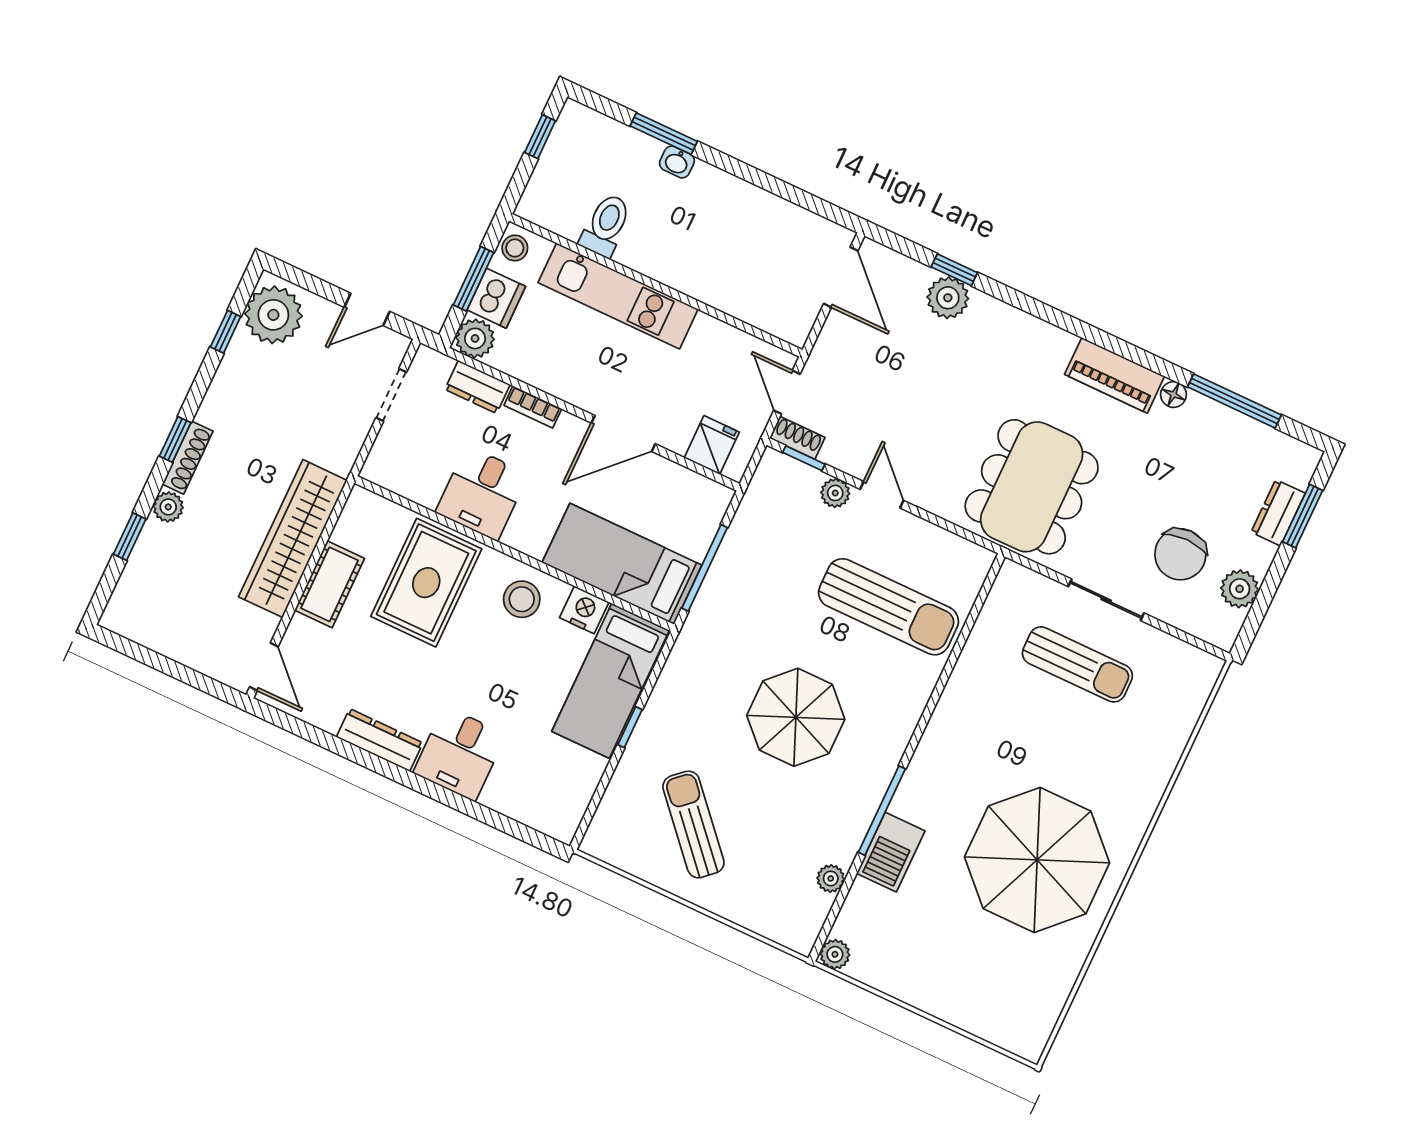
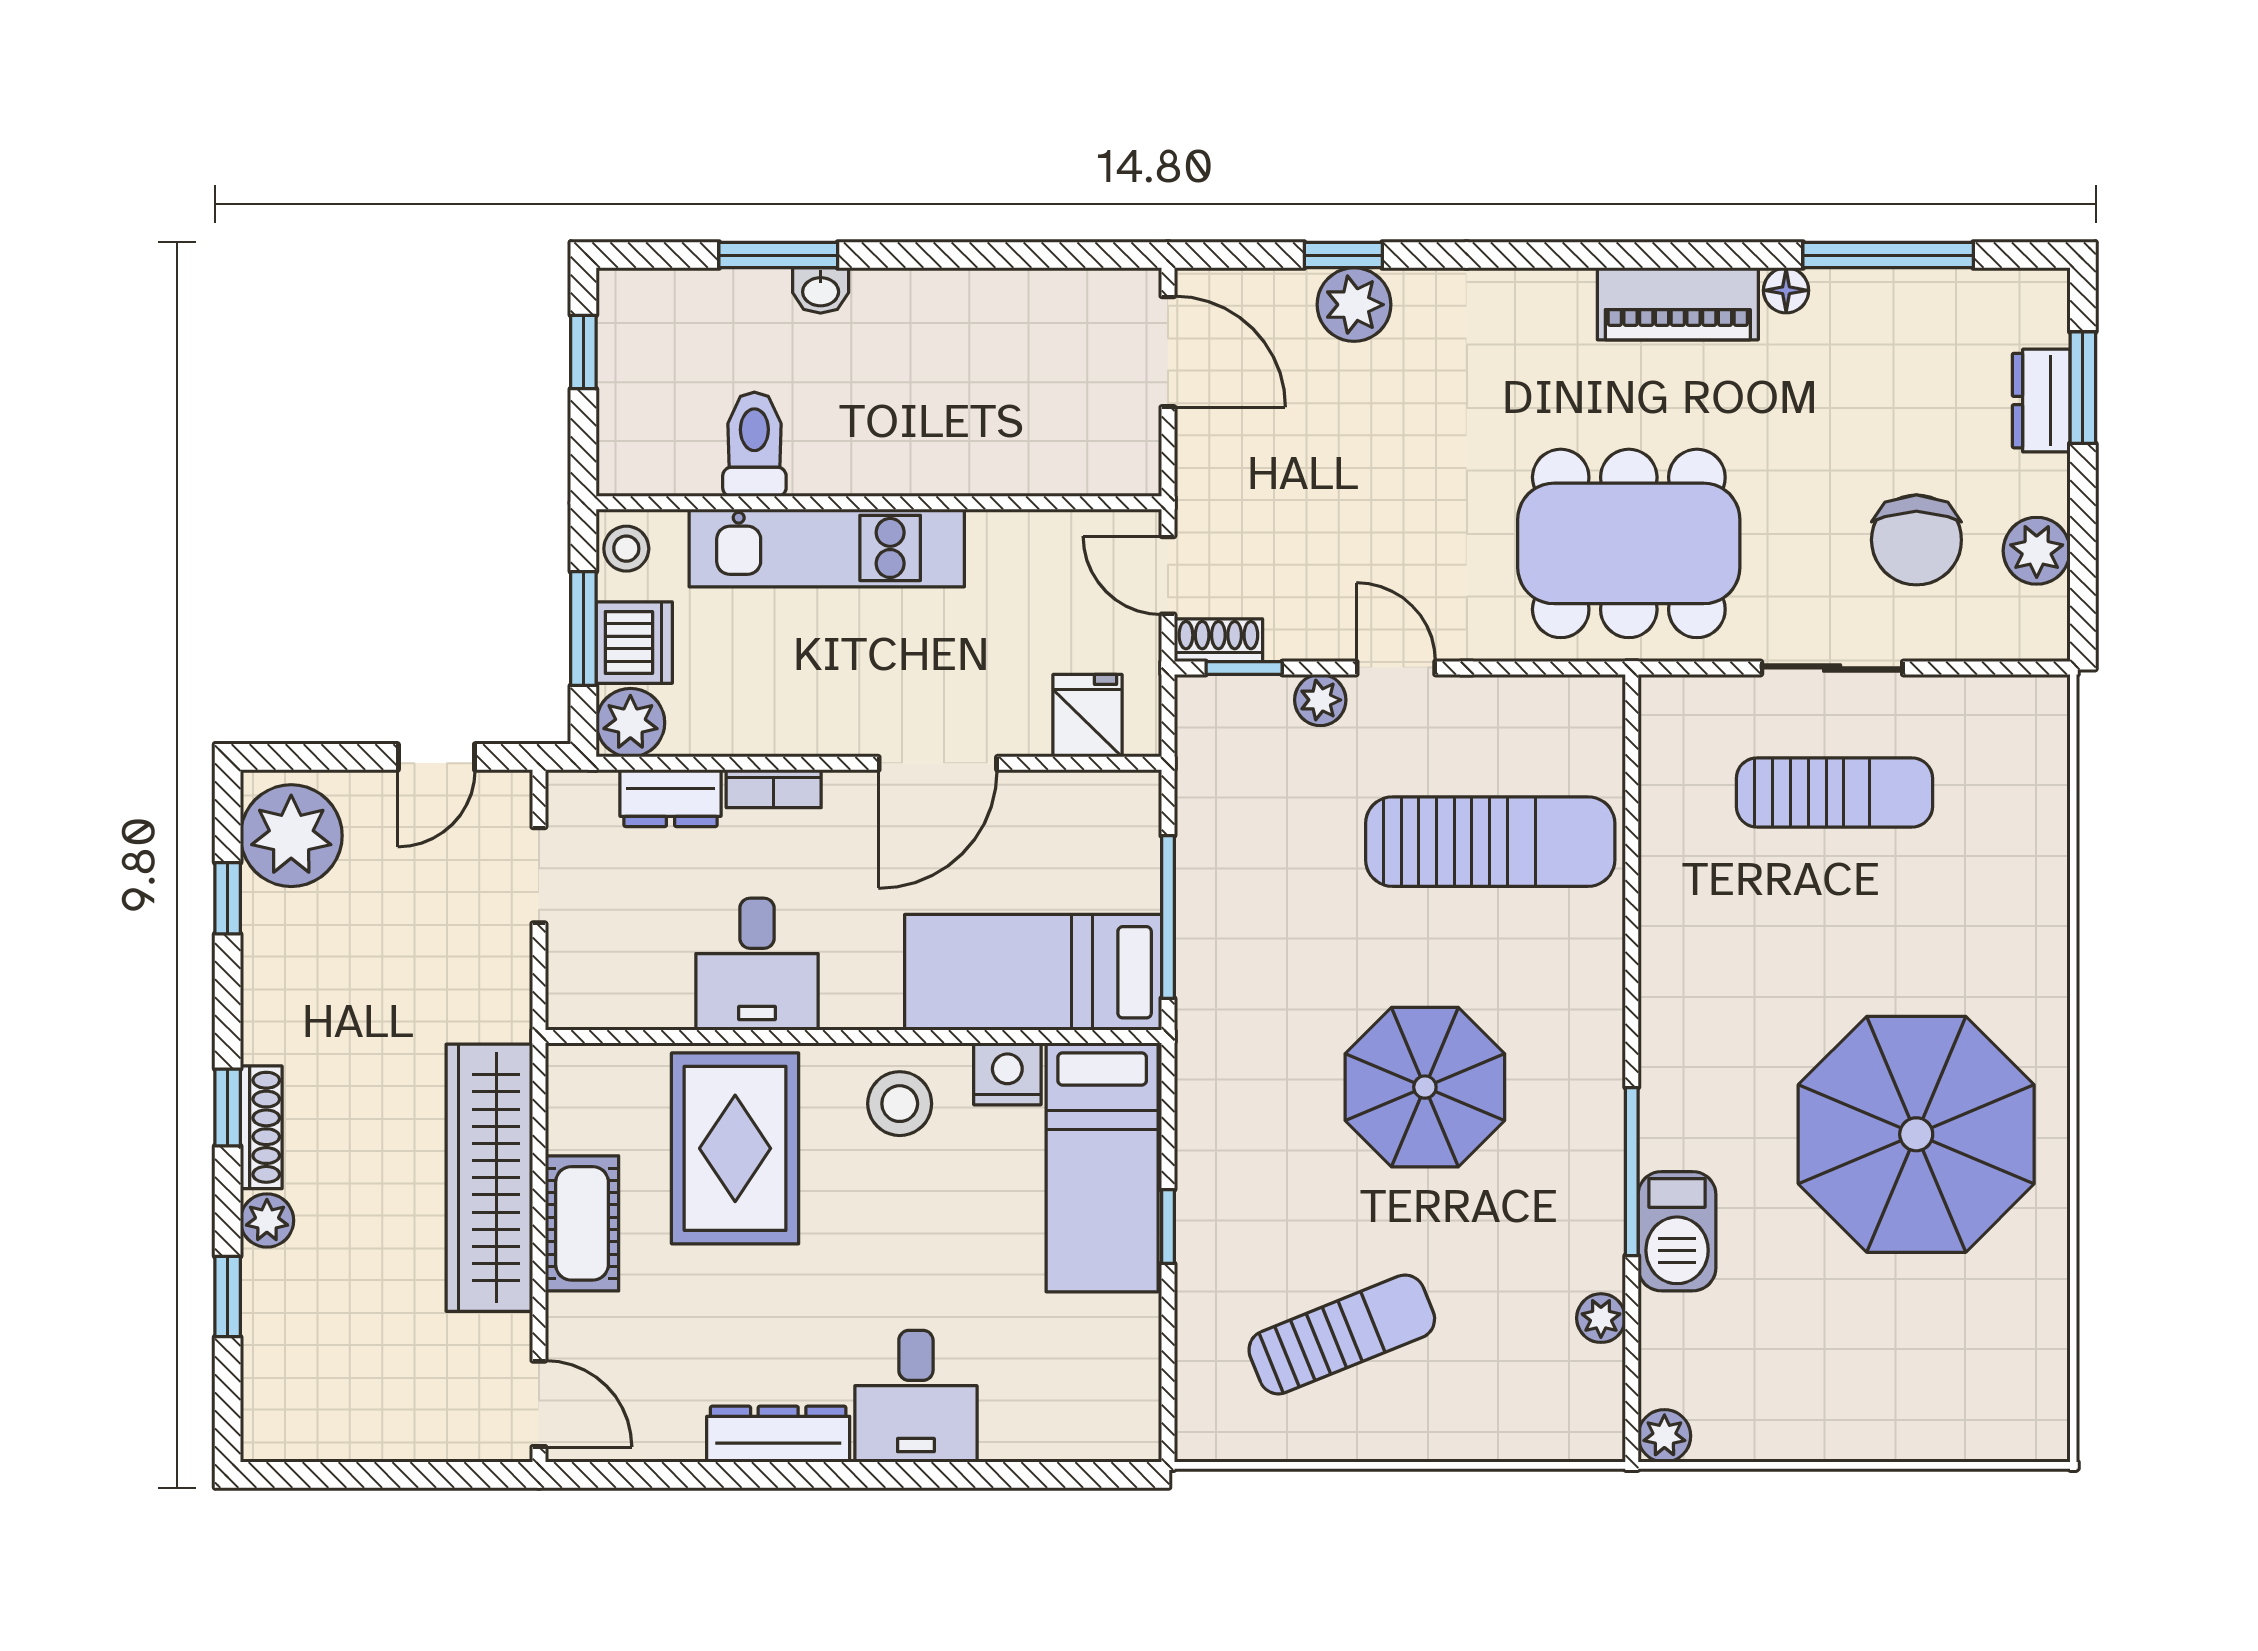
dining table: (1032, 487) -> (1629, 543), turned 90
sun lounger: (693, 824) -> (1342, 1334), turned 110

